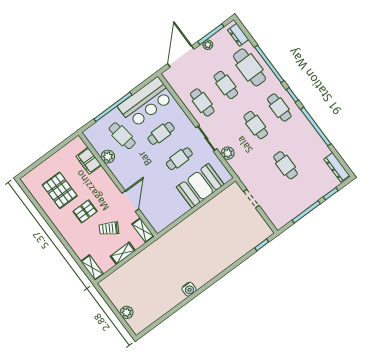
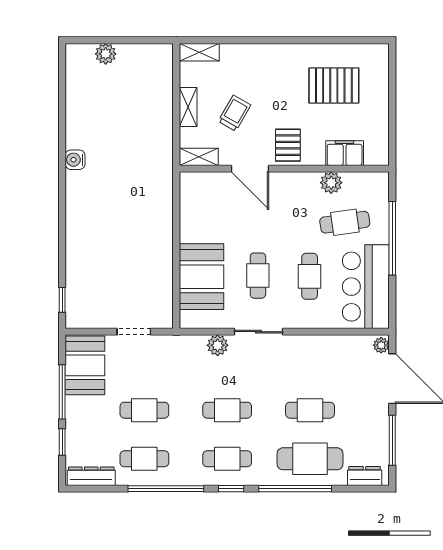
plant: (208, 45) -> (381, 345), moved
cafe table: (202, 102) -> (144, 459), moved
booth: (285, 210) -> (85, 365), added
pallet: (85, 211) -> (288, 145), moved

